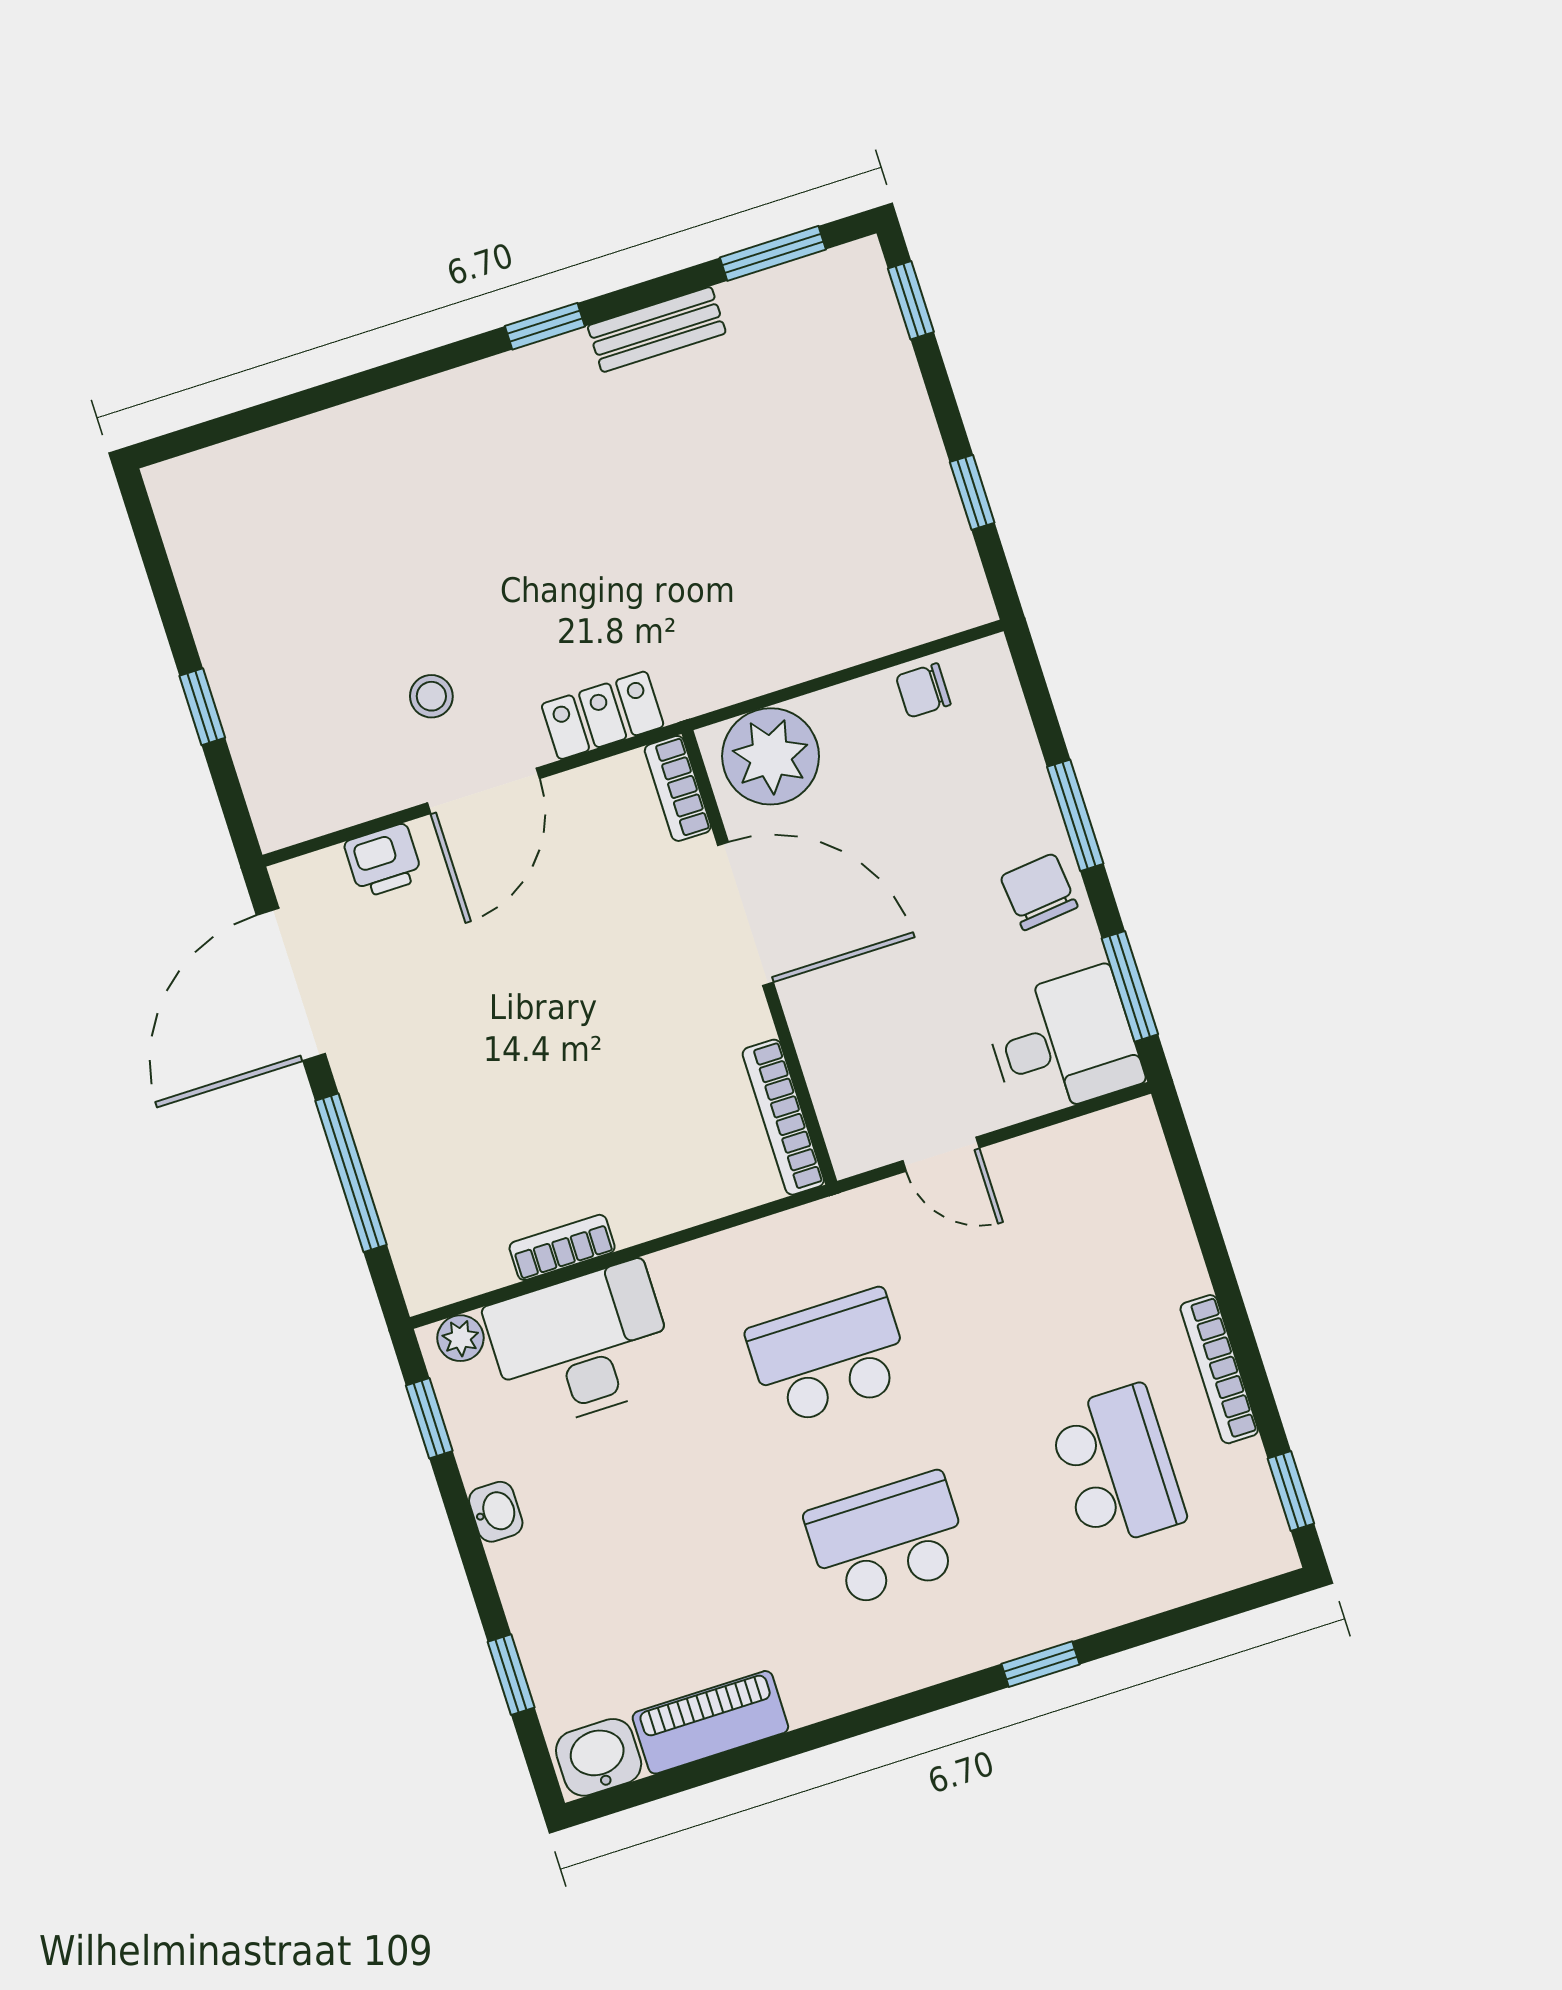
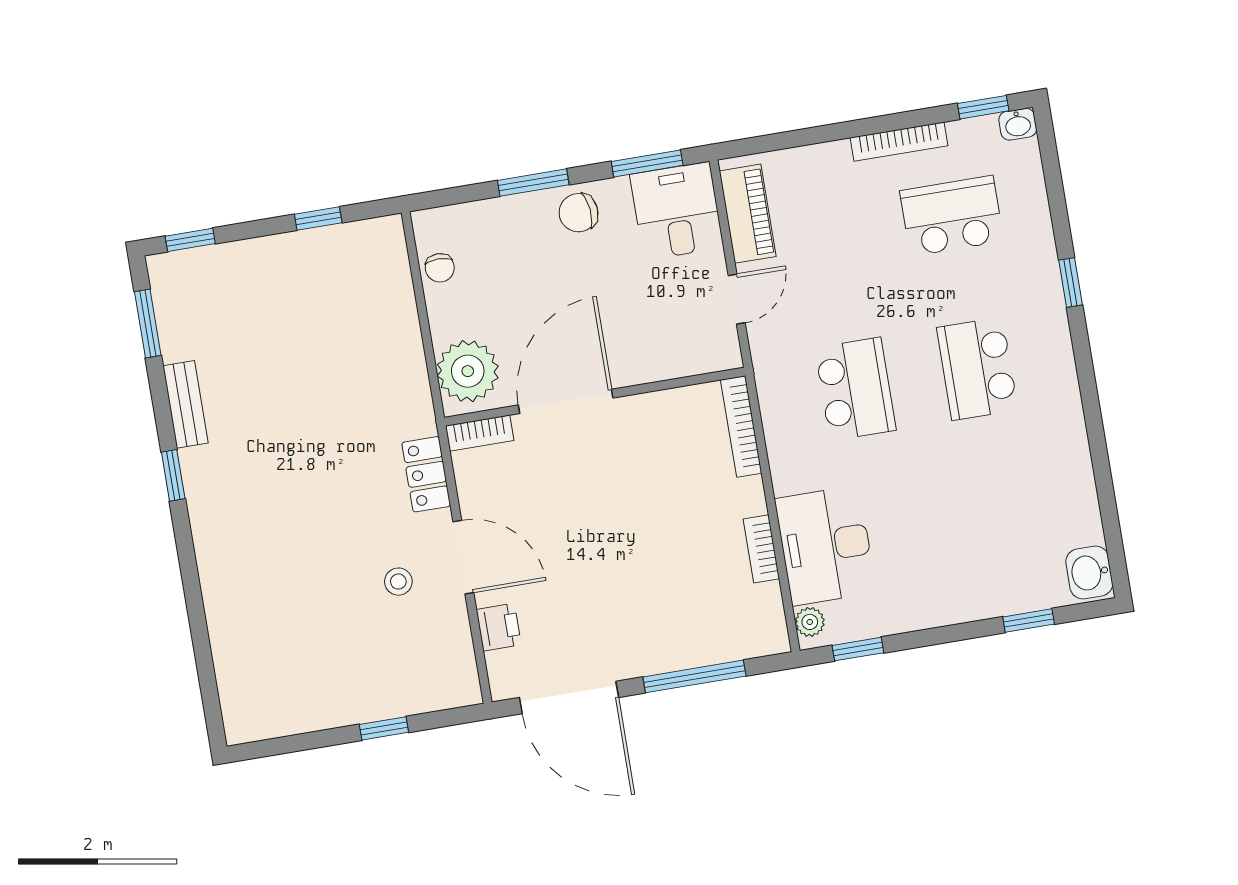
bookcase: (783, 1117) -> (741, 426), moved, turned 90
school desk: (829, 1357) -> (855, 389), turned 180
washbasin: (496, 1512) -> (1018, 124), moved, turned 180
piano: (710, 1722) -> (748, 214), moved, turned 180

